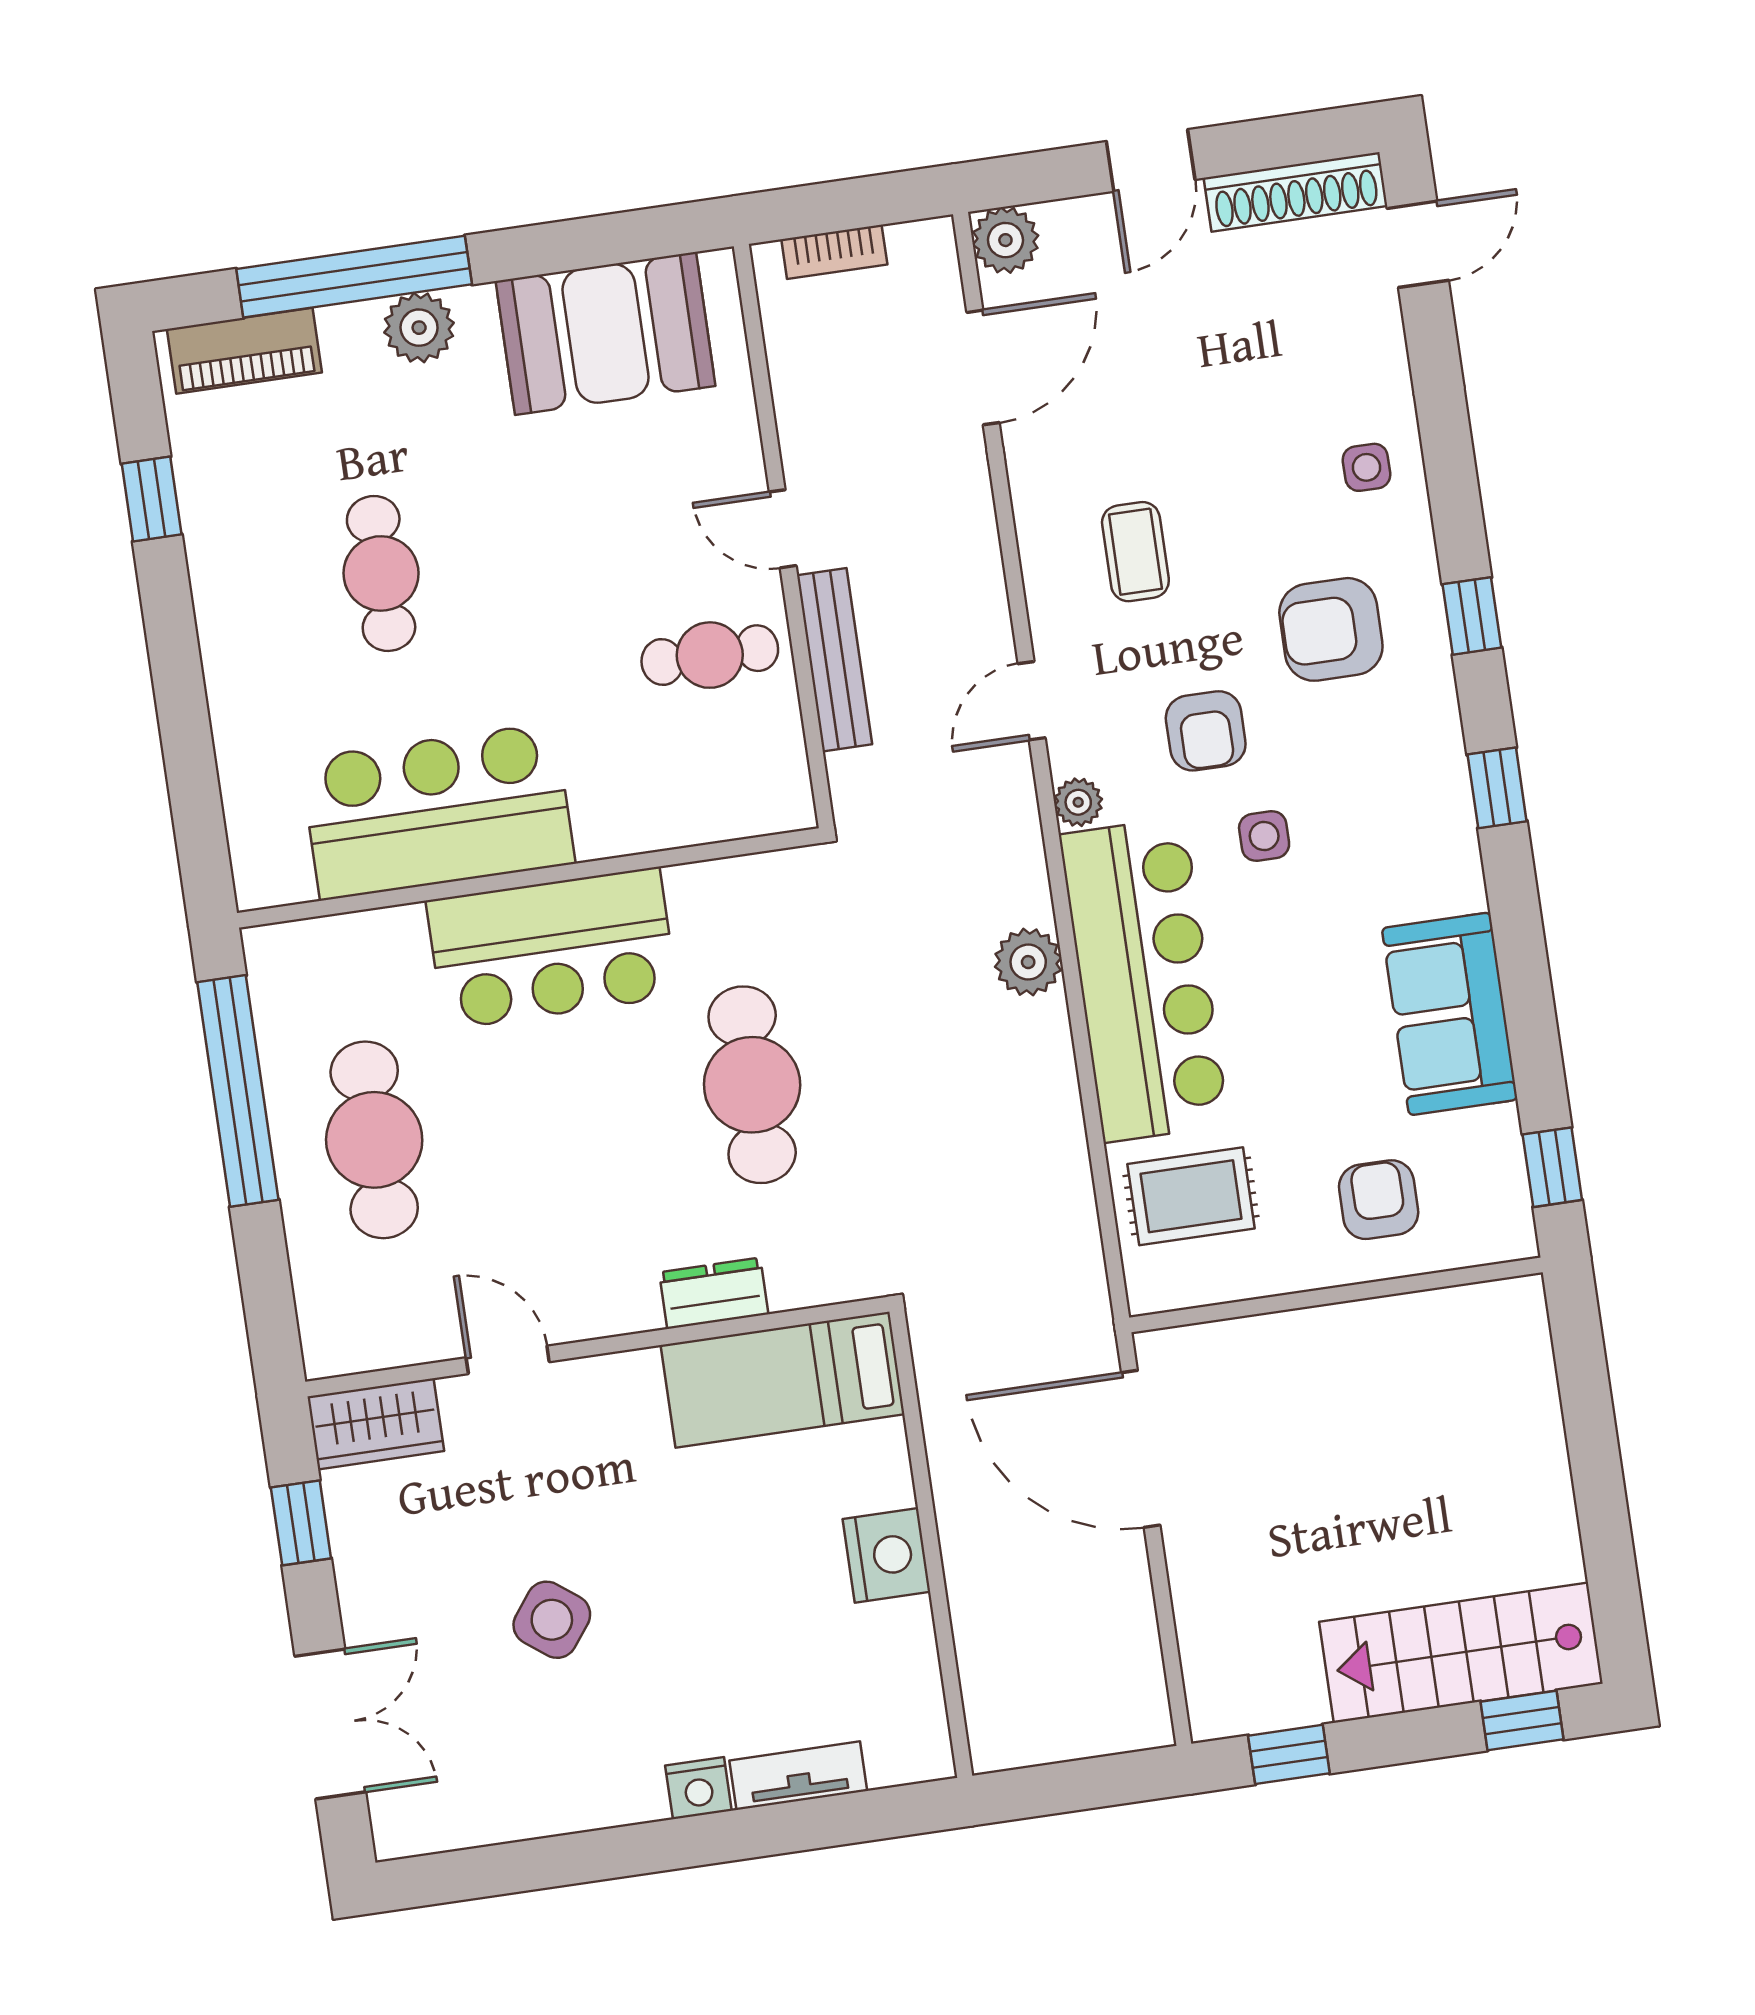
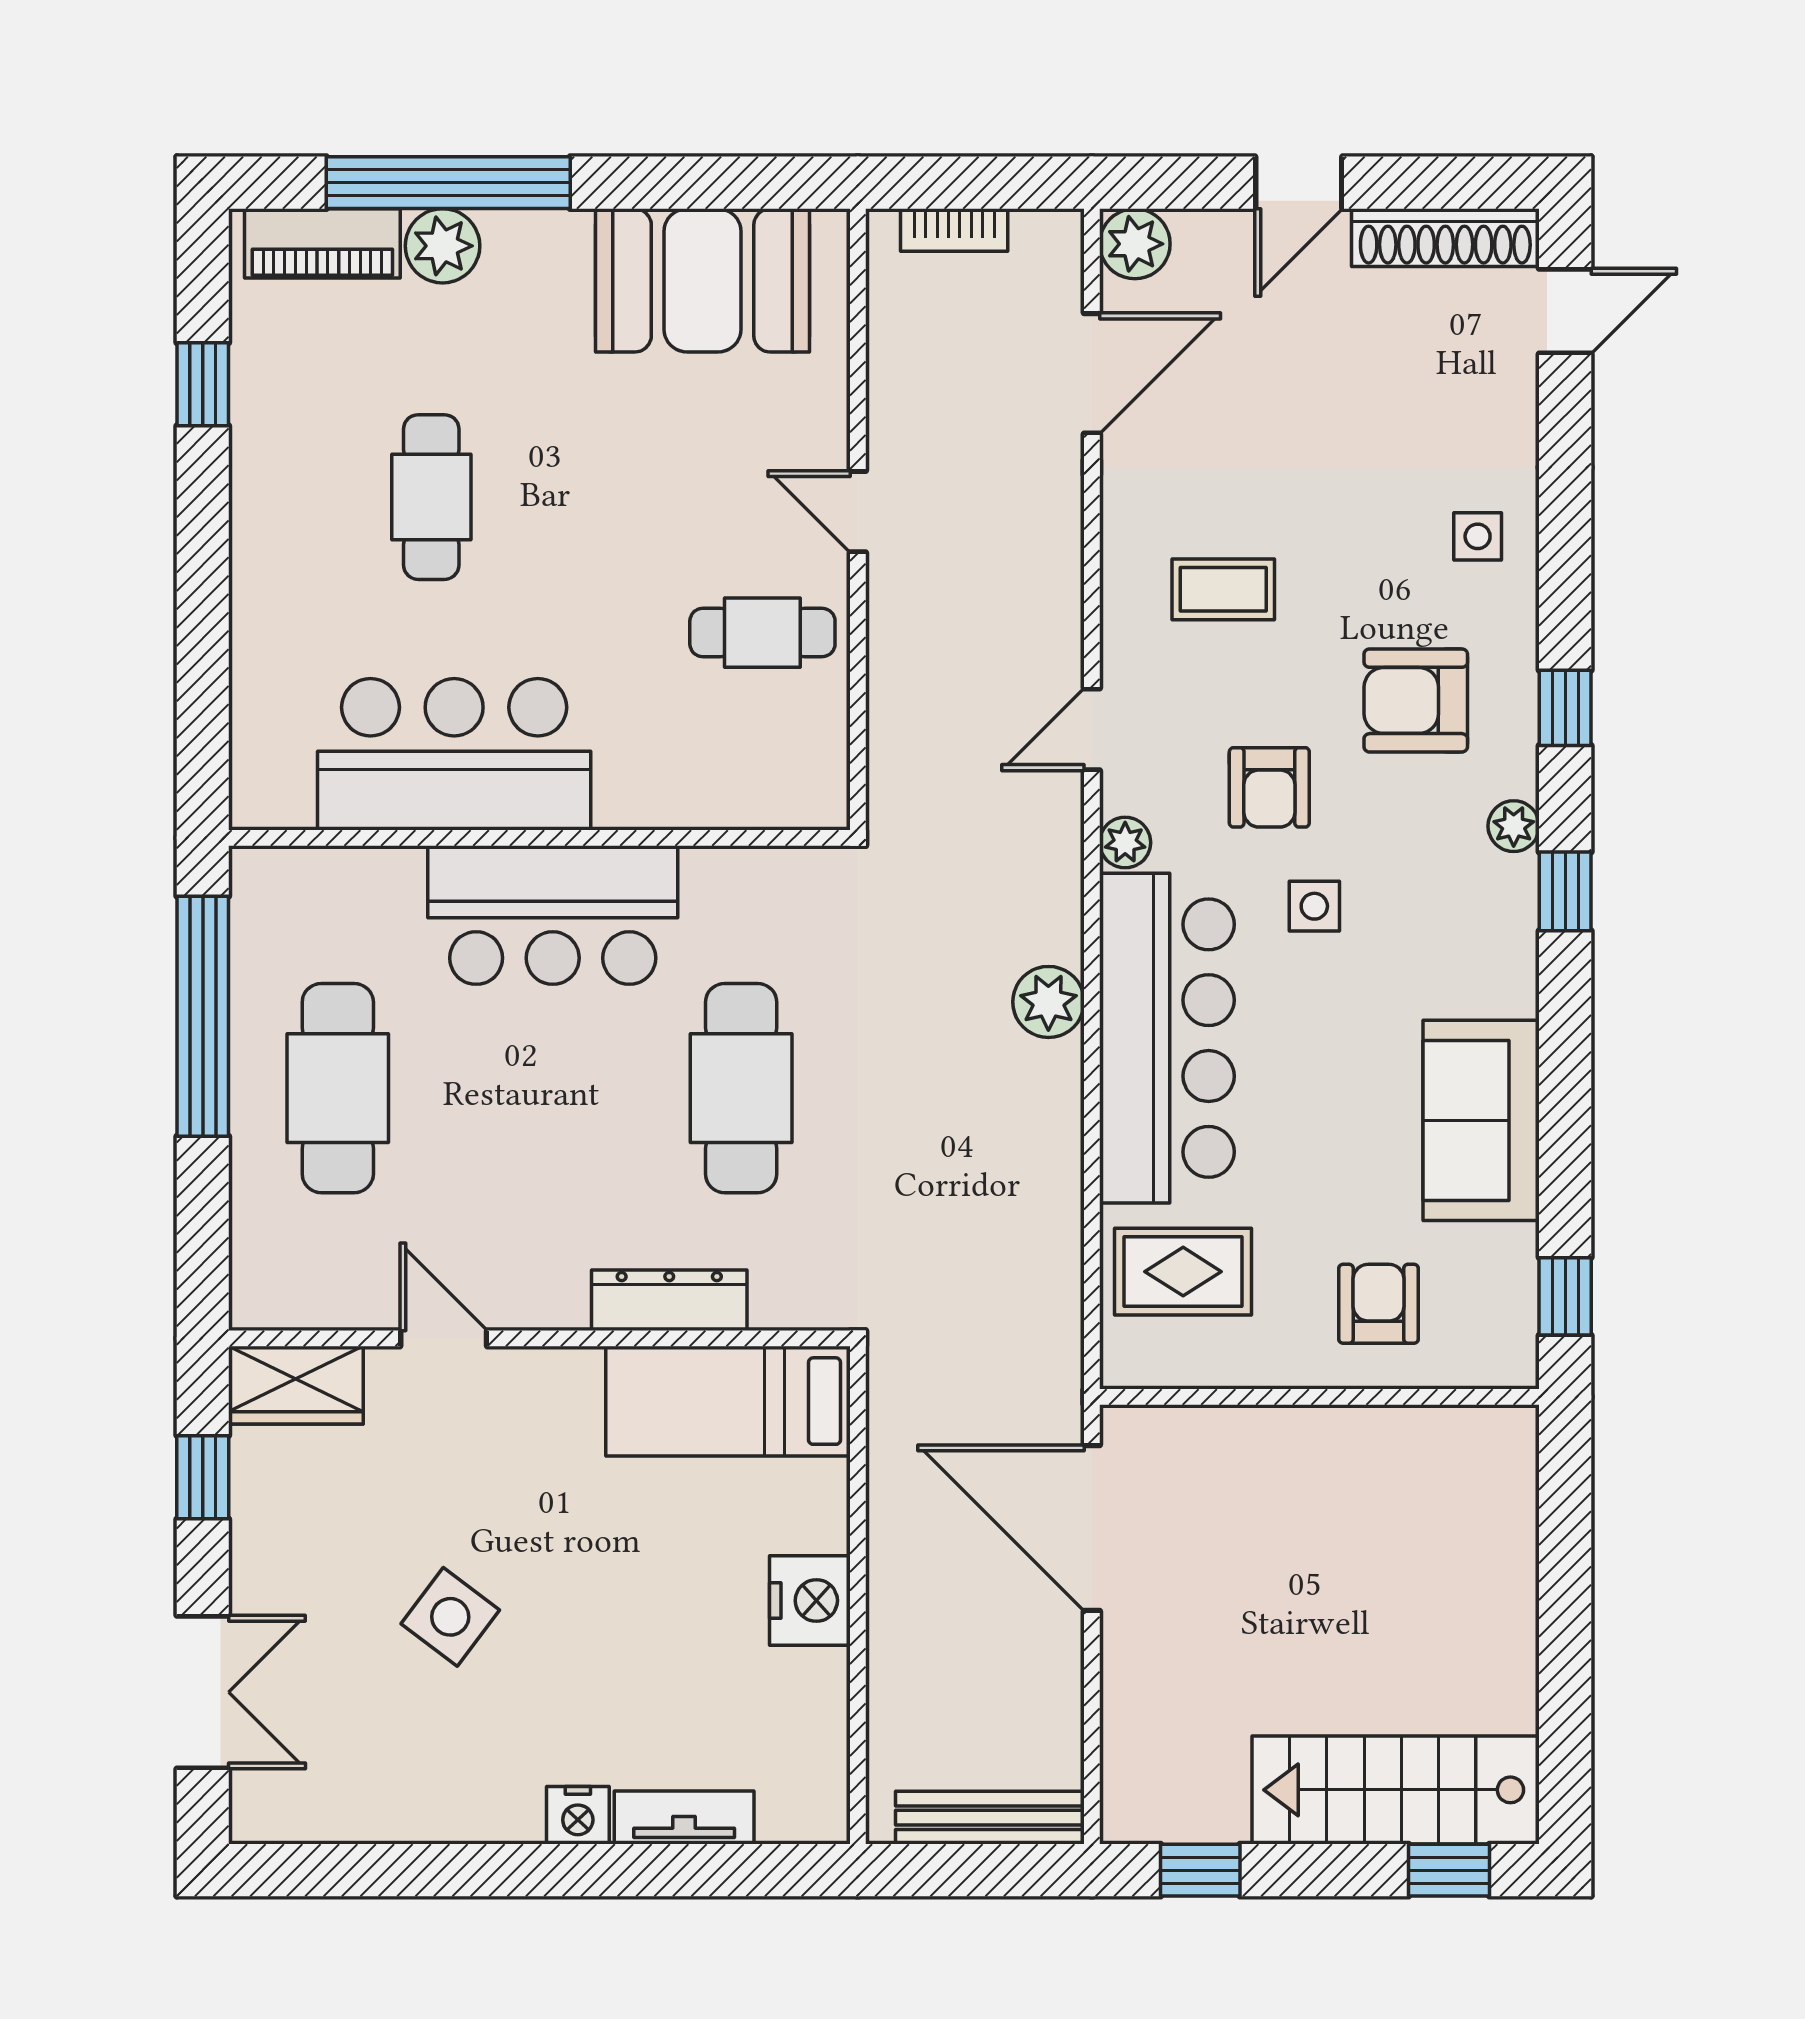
plant: (419, 328) -> (443, 246), moved
coffee table: (1135, 552) -> (1223, 589), turned 90
bench: (835, 660) -> (990, 1818), moved, turned 90
plant: (1440, 734) -> (1514, 826), added
dresser: (714, 1293) -> (669, 1300), width x1.44

